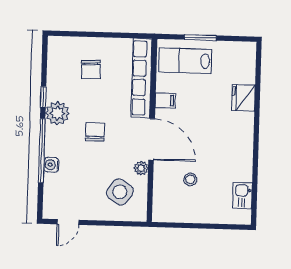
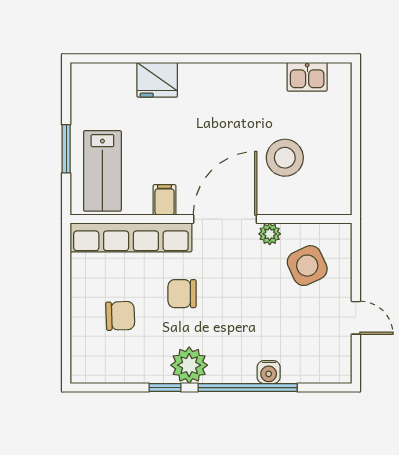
chair: (95, 132) -> (182, 294), moved
stool: (190, 179) -> (285, 158), width x1.89, depth x1.89
side table: (120, 192) -> (307, 266), turned 31
door: (68, 222) -> (356, 318), moved

